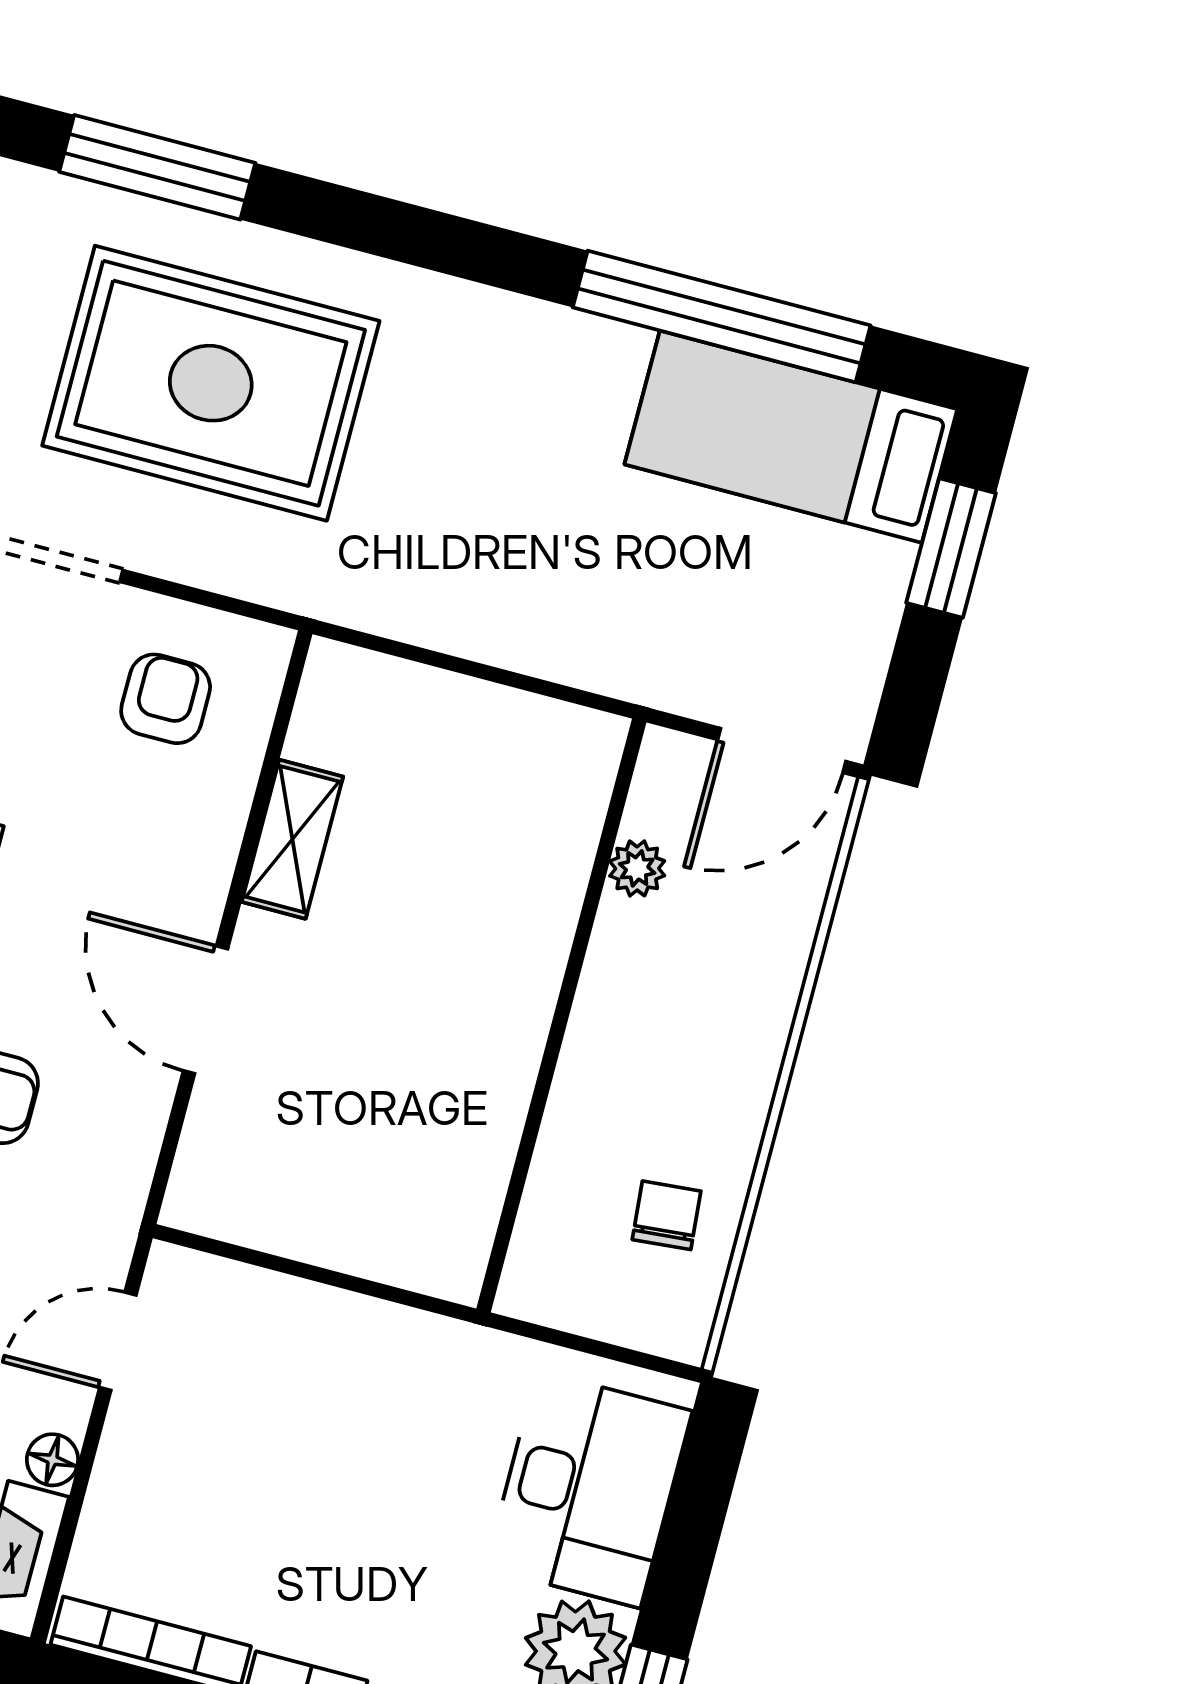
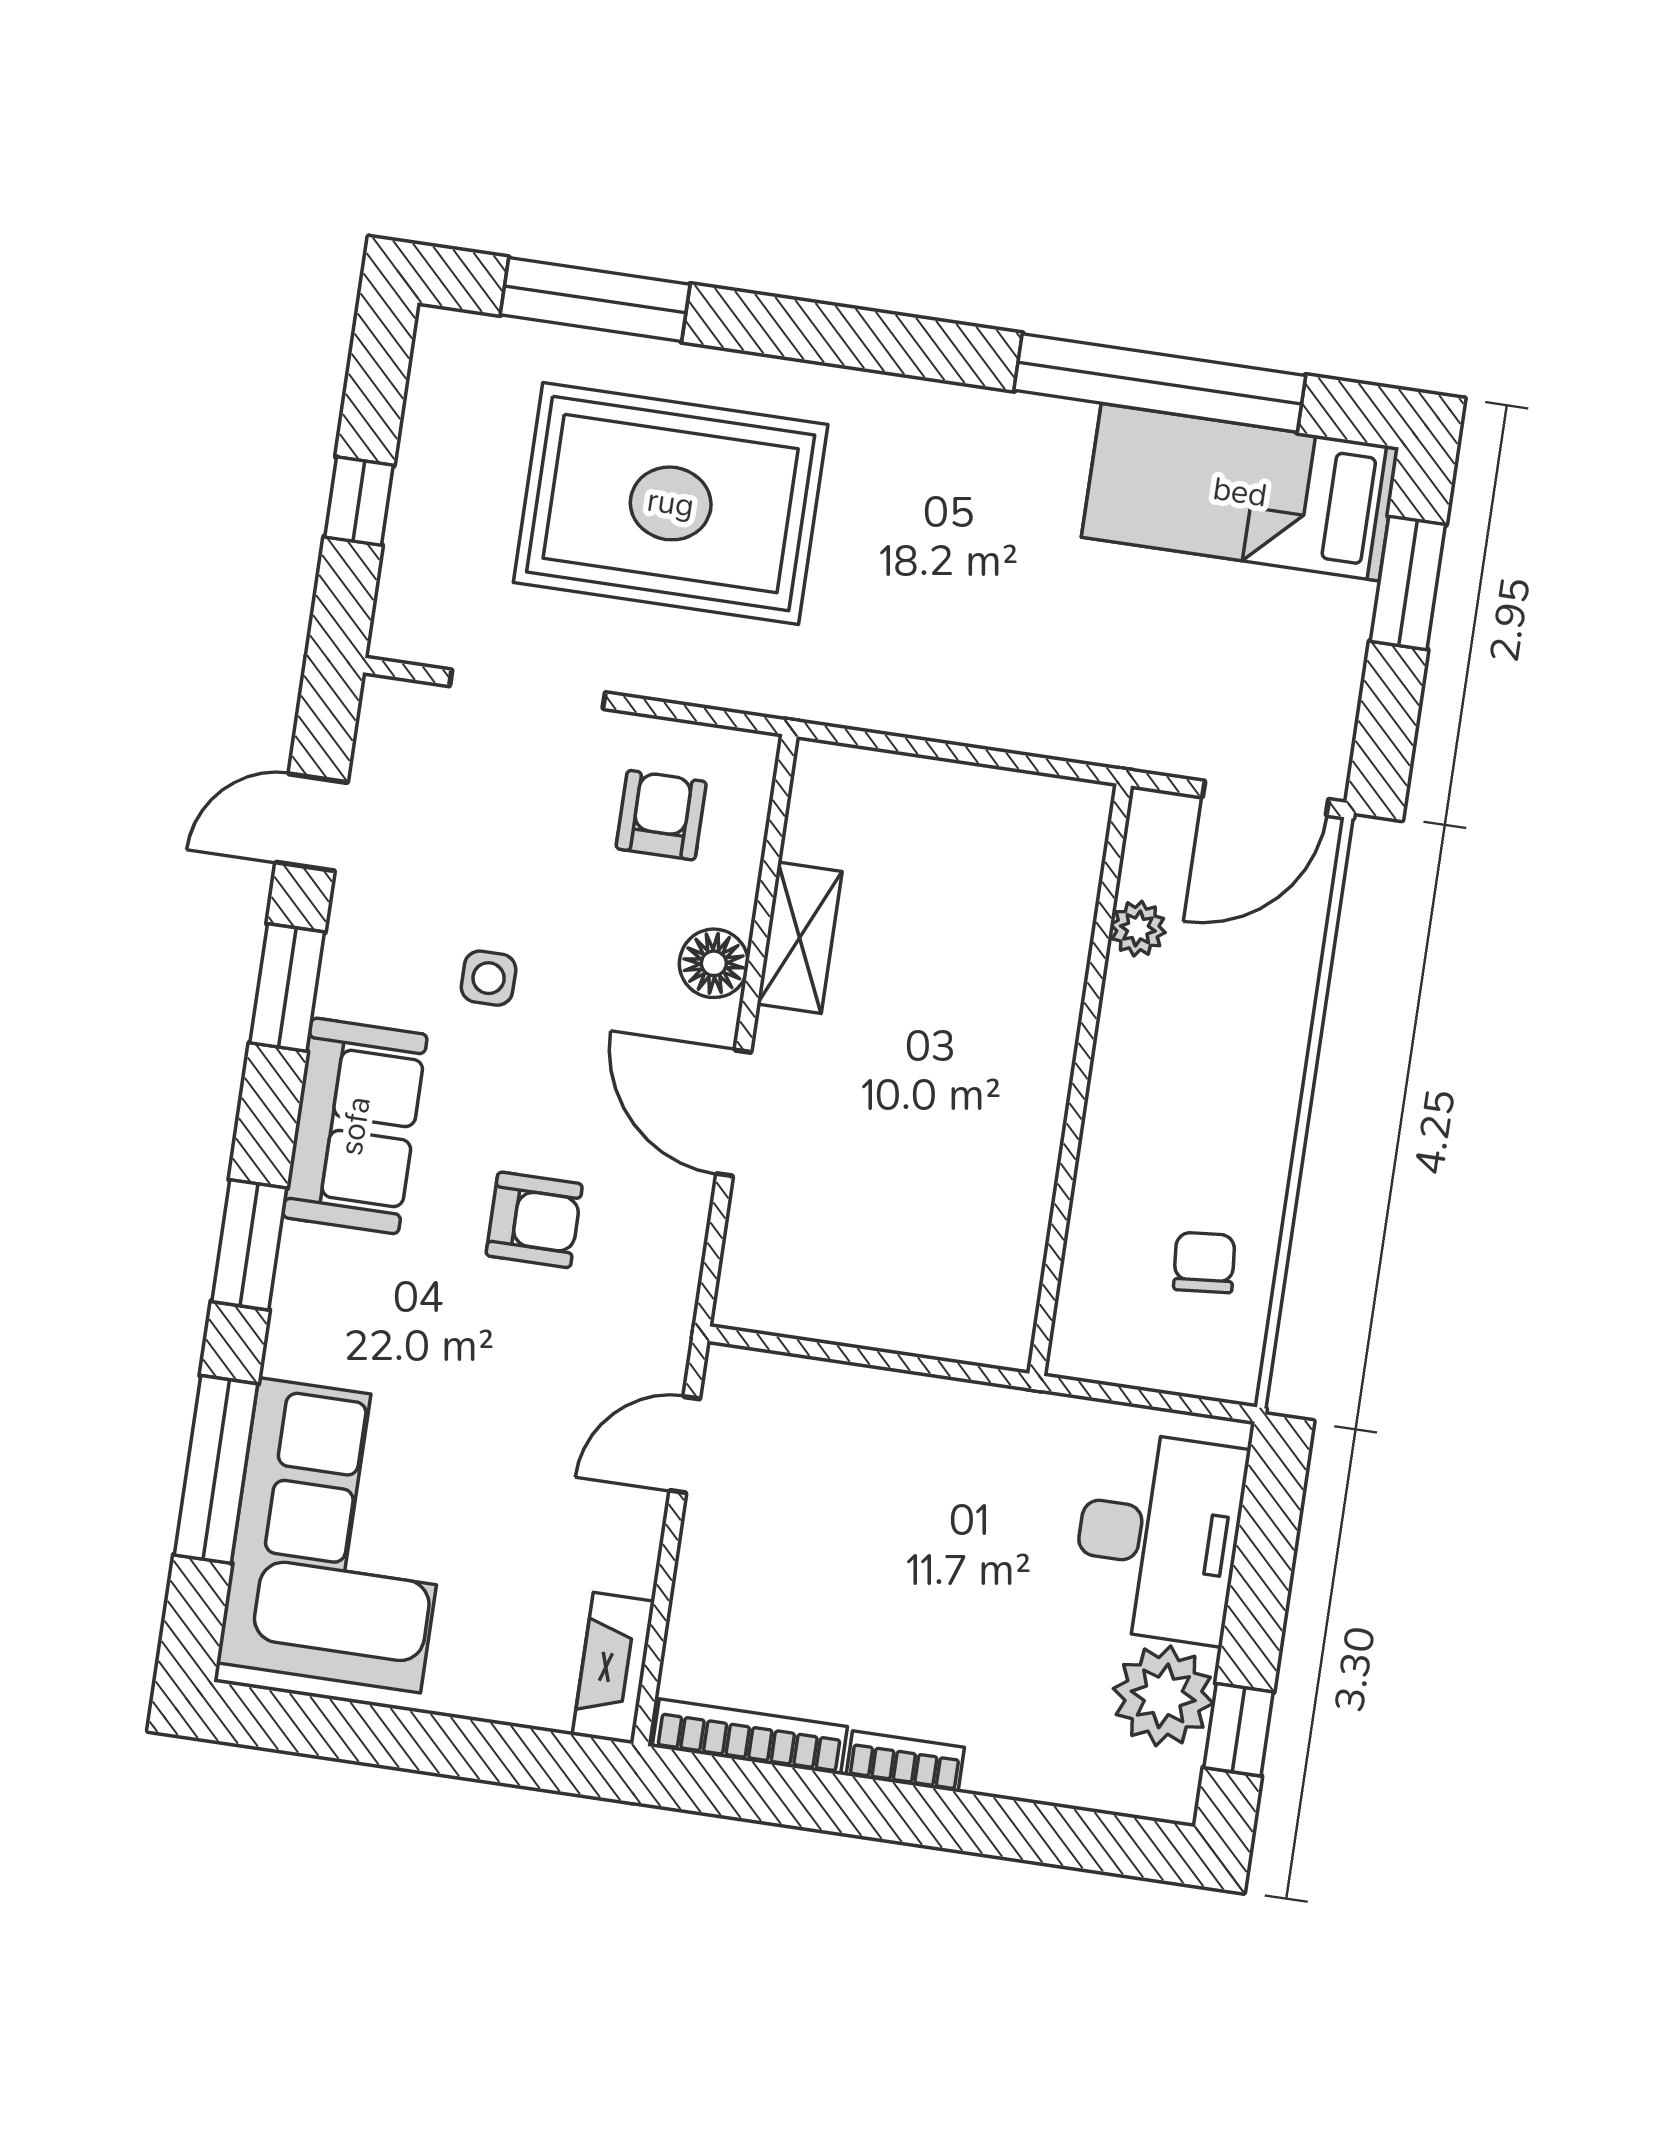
floor lamp: (52, 1460) -> (714, 963), moved, width x1.37, depth x1.37

